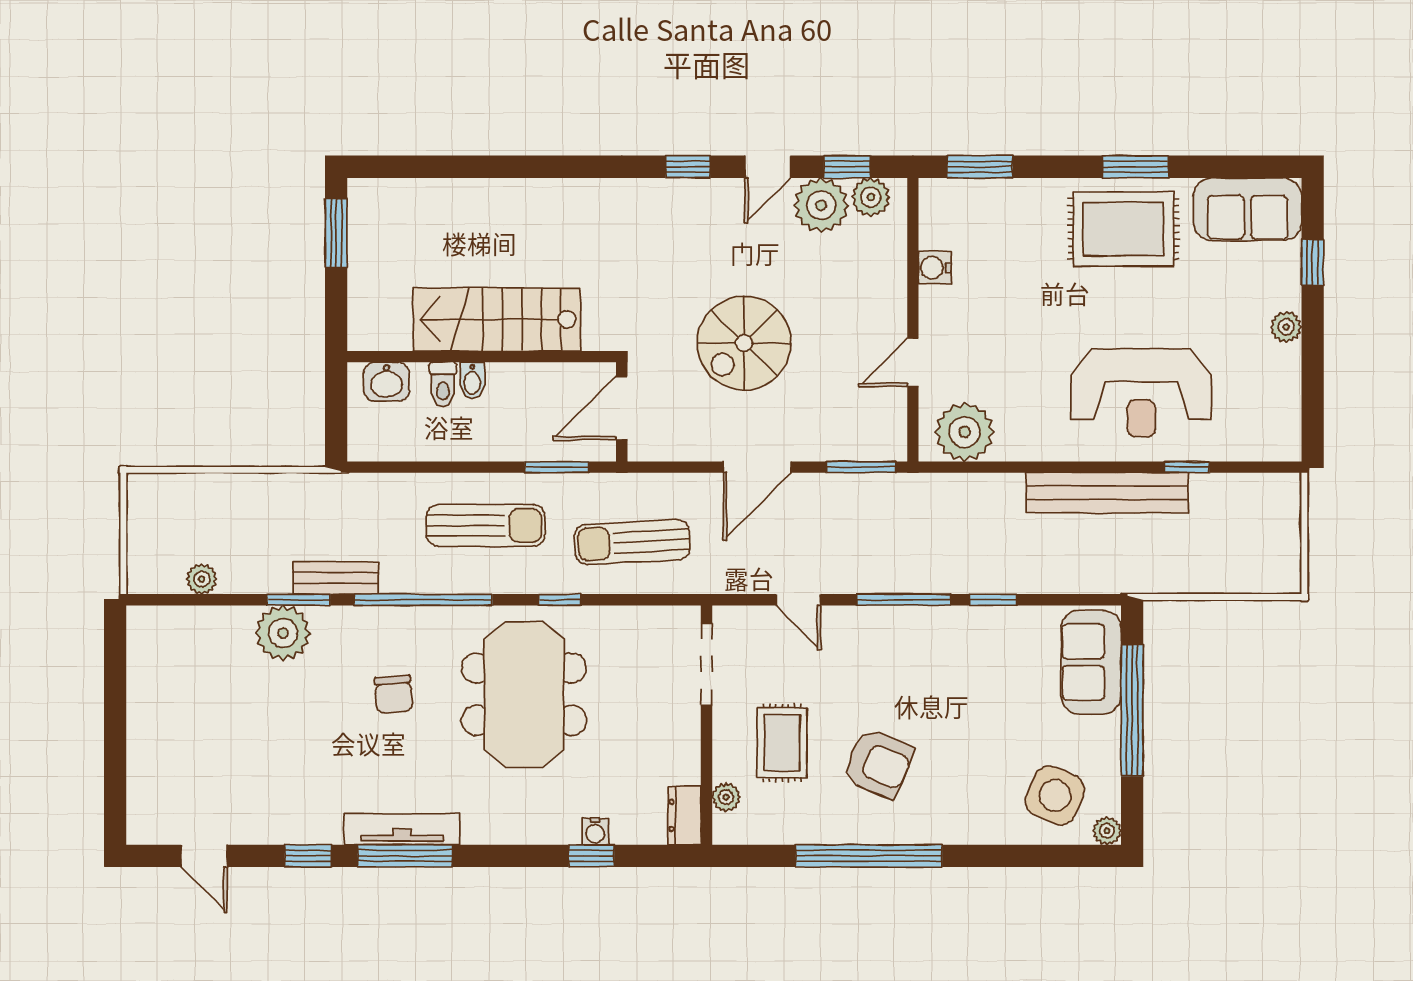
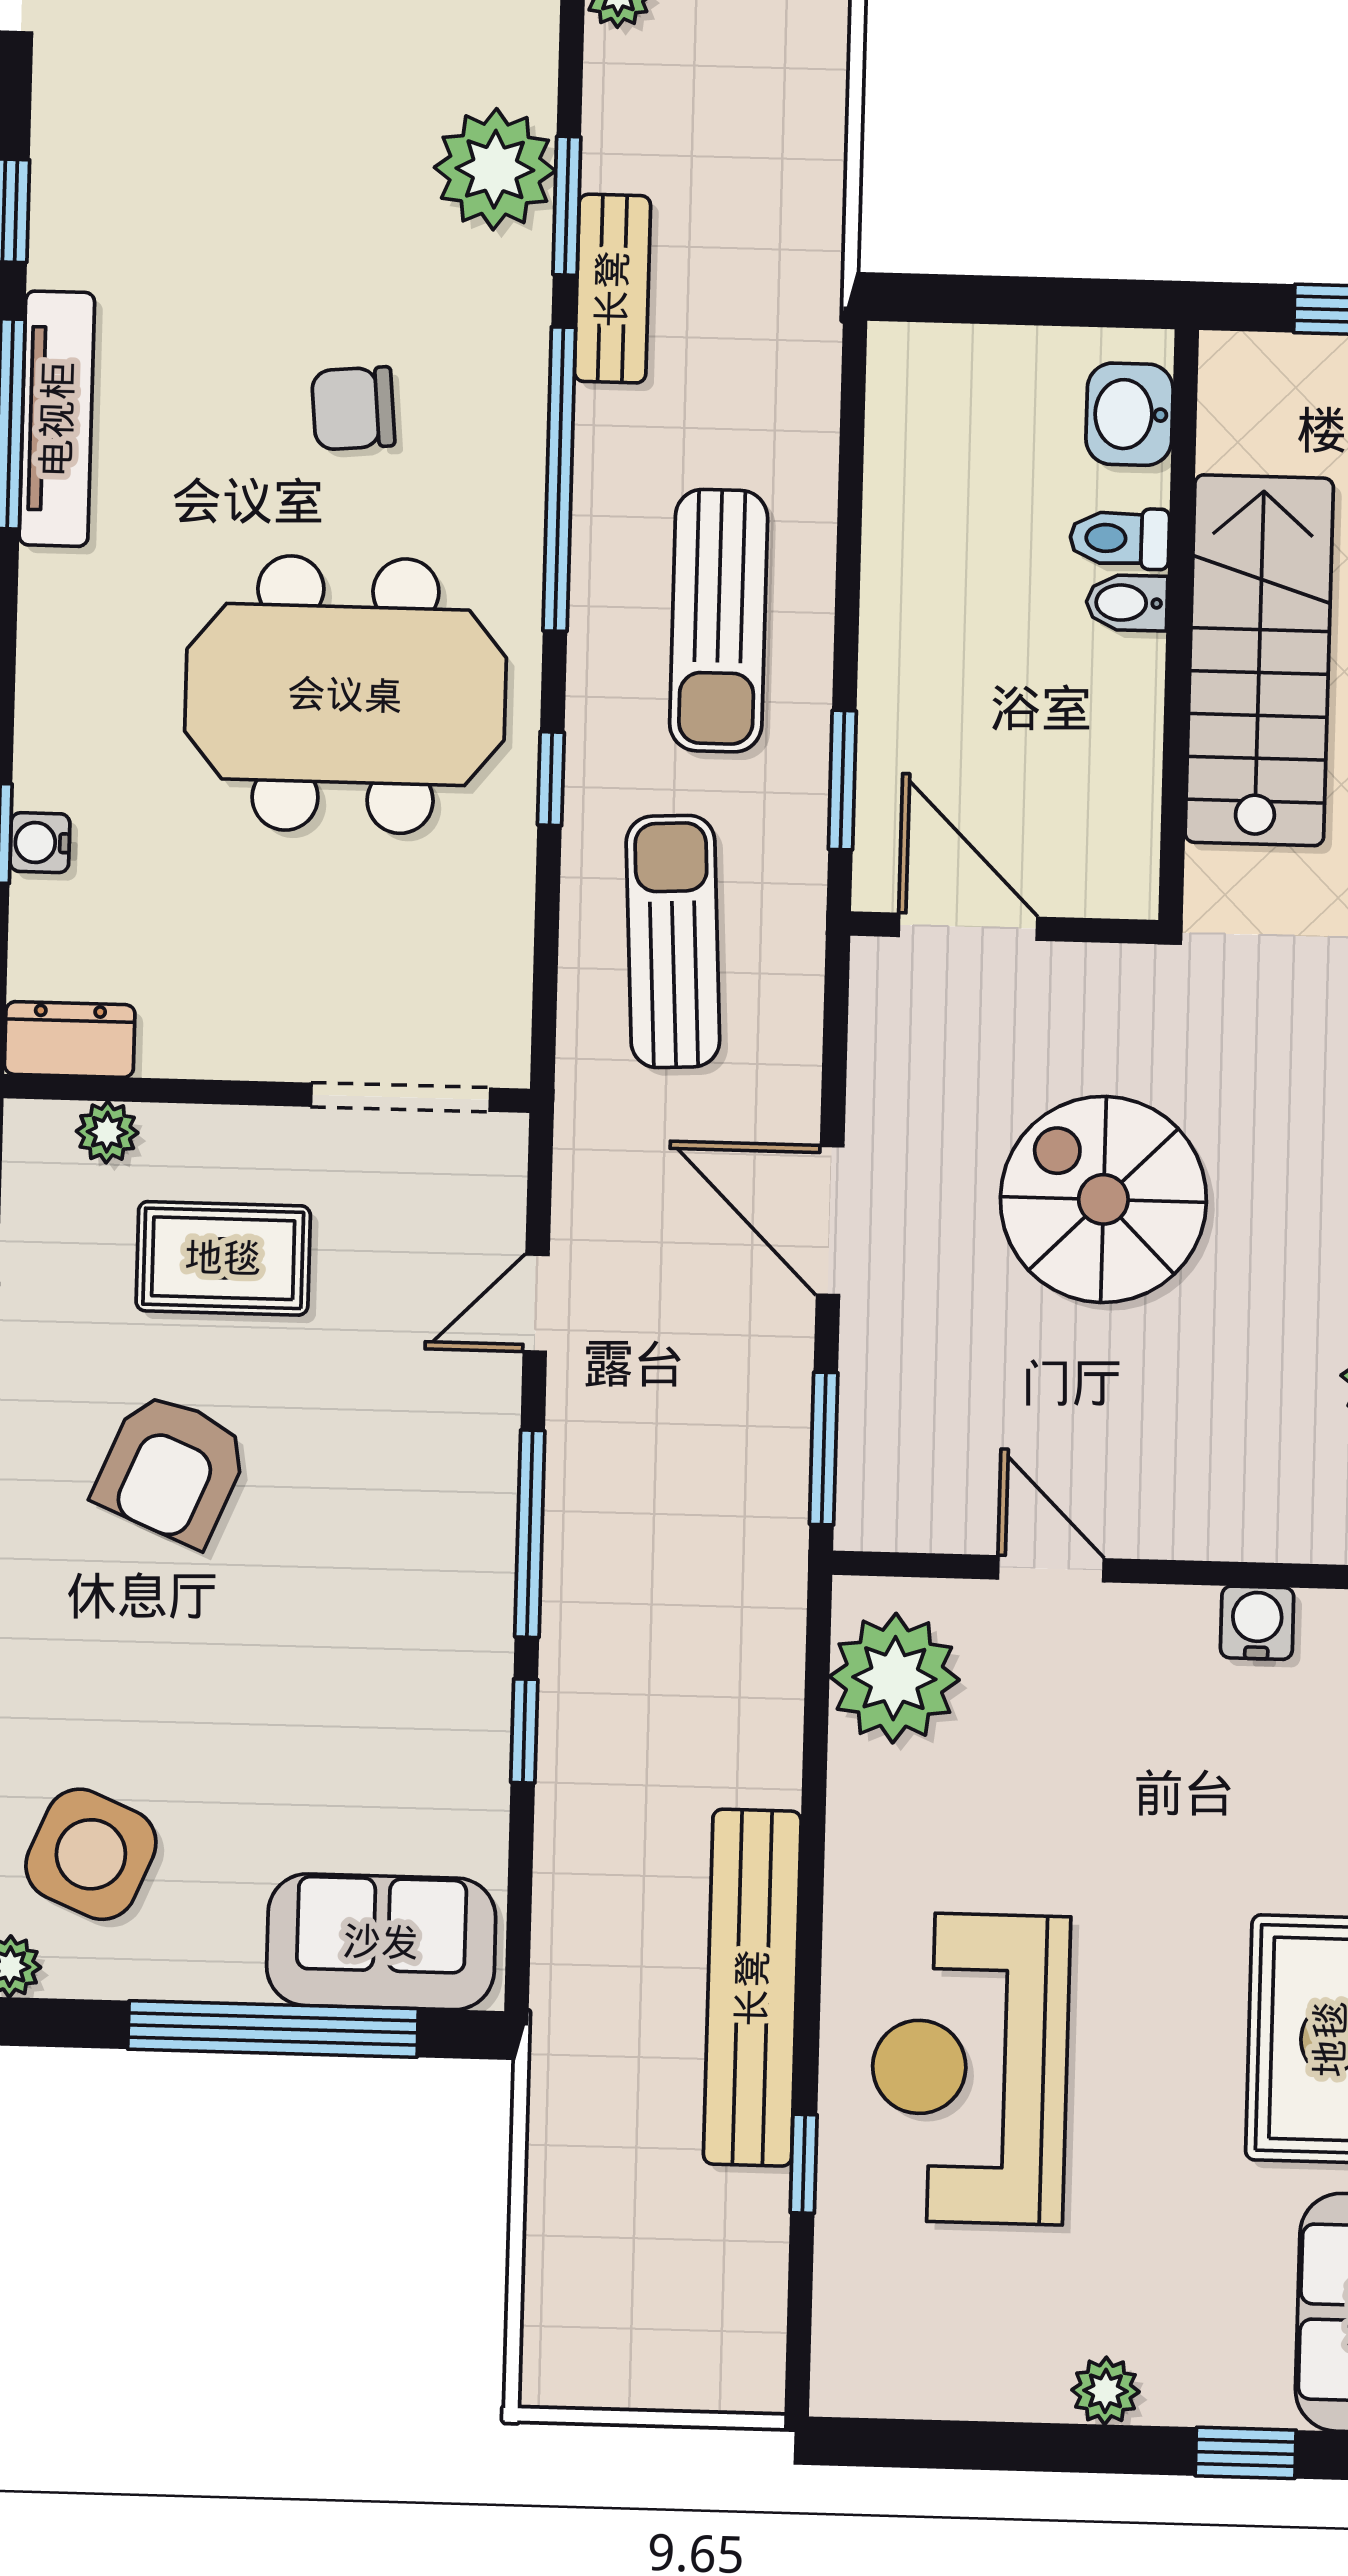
stairs: (497, 319) -> (1259, 660), moved
wall: (482, 357) -> (1179, 625), moved
bidet: (472, 380) -> (1127, 603), moved
washbasin: (386, 382) -> (1129, 414), moved
toilet: (443, 385) -> (1120, 538), moved

